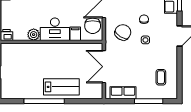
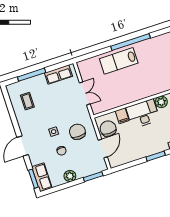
chair: (123, 32) -> (77, 132), turned 148
double door: (104, 67) -> (85, 93), width x0.73

